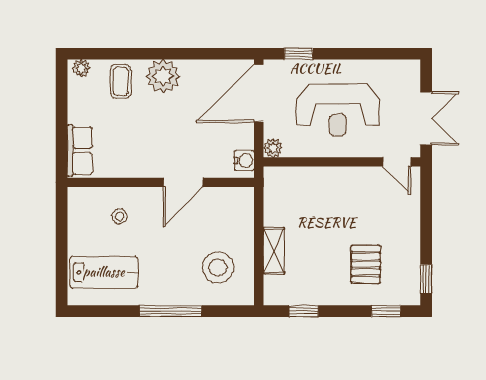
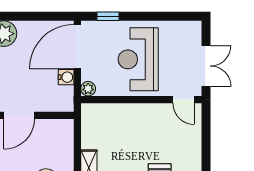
reception desk: (338, 110) -> (138, 59), turned 90
water cooler: (244, 161) -> (66, 77), moved

